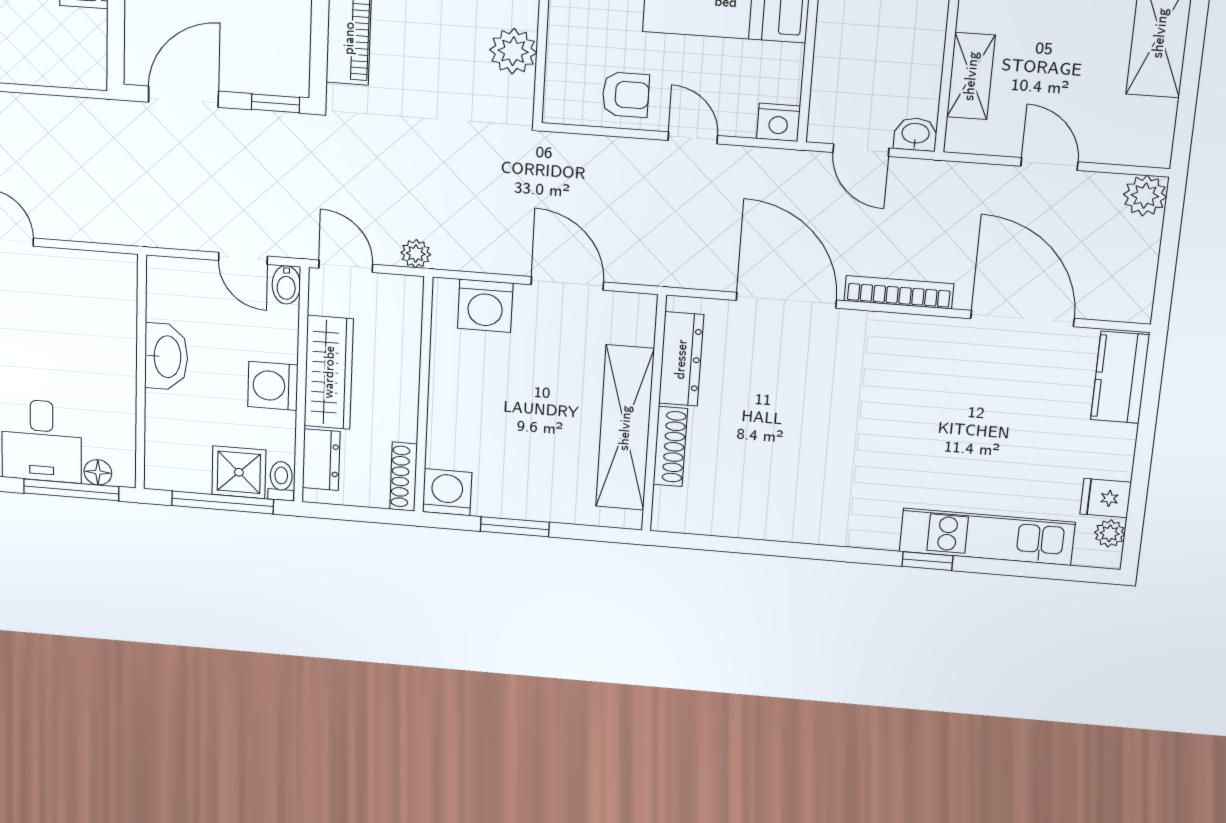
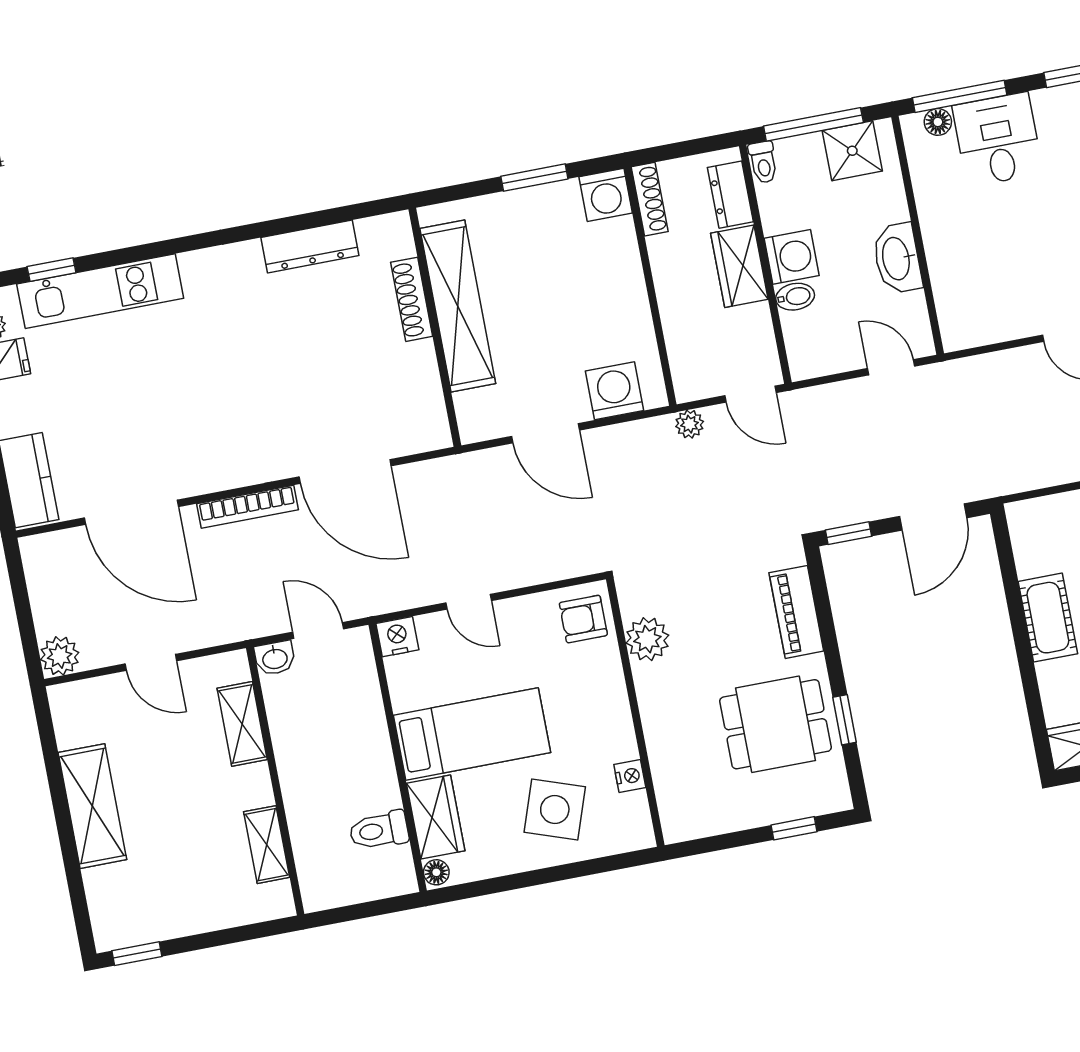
armchair: (626, 95) -> (583, 619), moved
door: (243, 258) -> (891, 367), moved
bidet: (286, 285) -> (795, 297), moved, turned 90
dresser: (681, 359) -> (310, 247), moved, turned -90
wardrobe: (329, 372) -> (739, 266), width x0.67
shower: (239, 472) -> (852, 151), moved
window: (927, 561) -> (52, 270), moved

